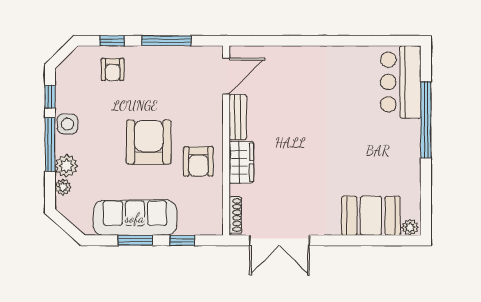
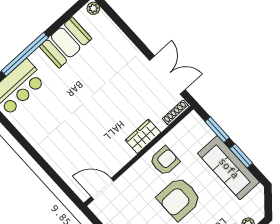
bench: (238, 117) -> (119, 161), removed
booth: (371, 216) -> (66, 42), moved, turned 90
window: (182, 240) -> (217, 130), width x1.50

